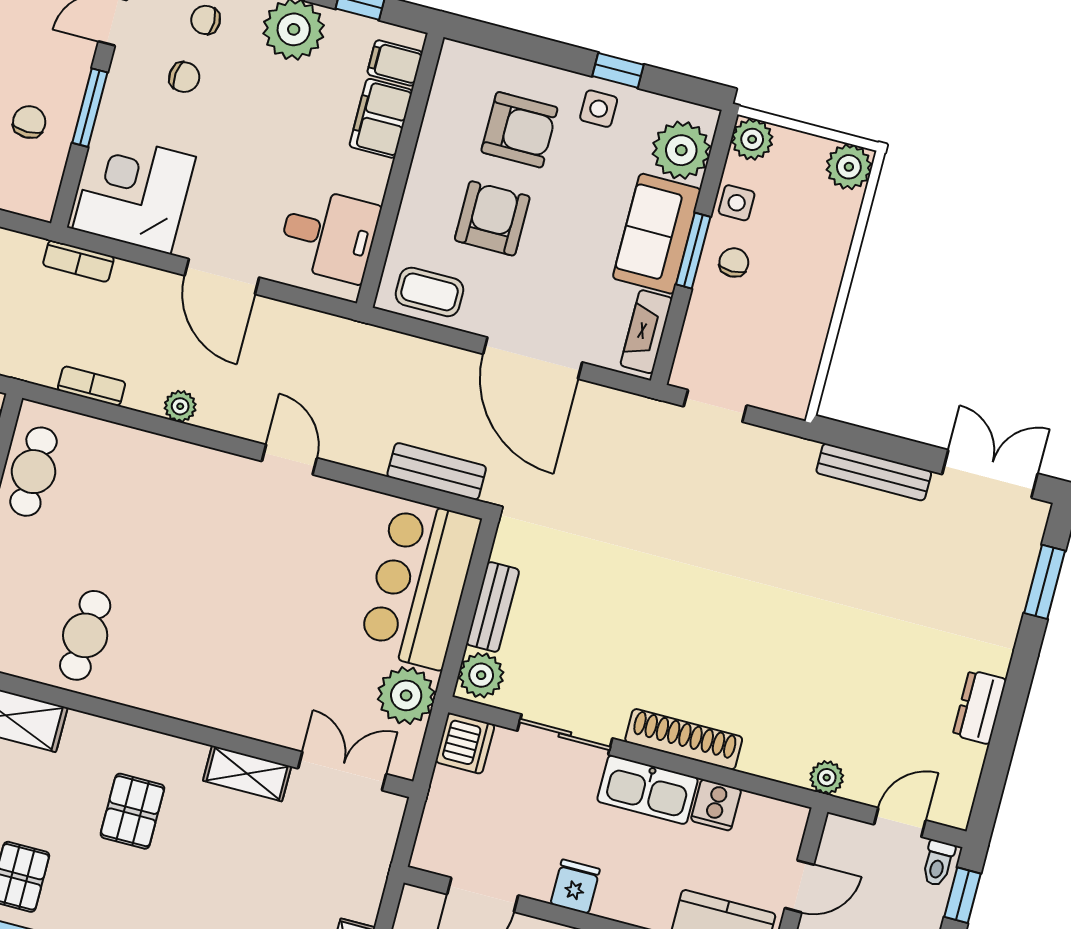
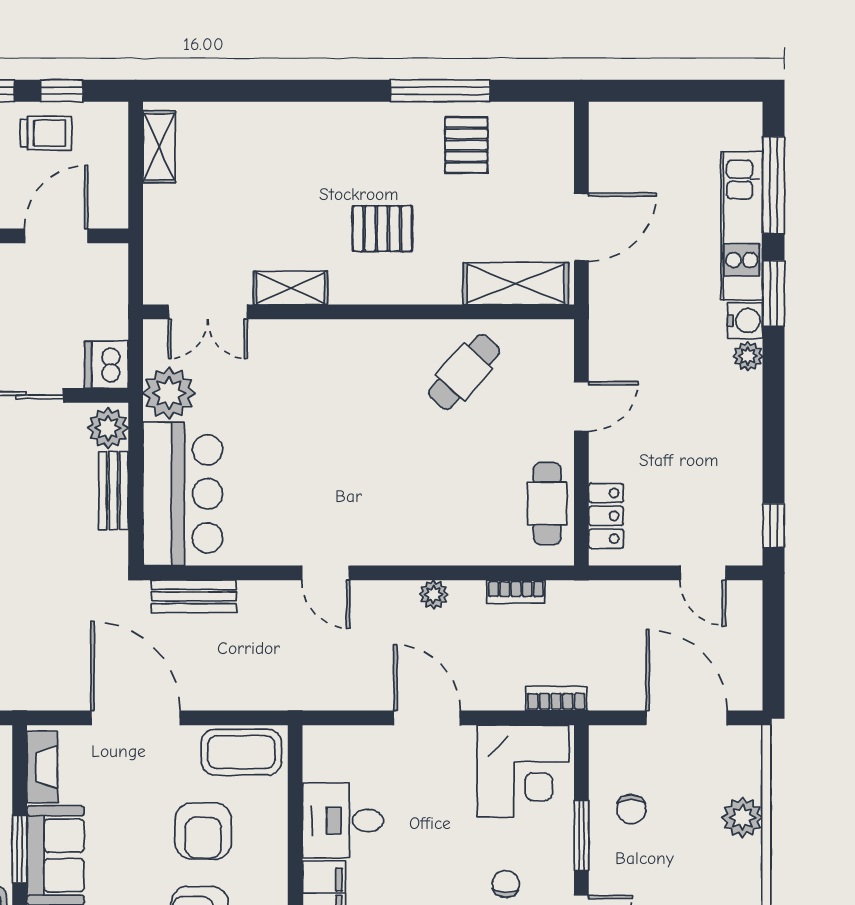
chair: (184, 77) -> (506, 884), turned 88
desk: (329, 235) -> (343, 820), moved
coffee table: (430, 292) -> (241, 752), width x1.36, depth x1.30
cafe table: (85, 635) -> (464, 372), turned 39
pallet: (132, 811) -> (382, 229), turned 90

